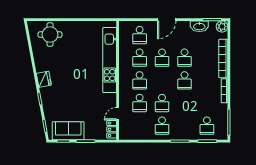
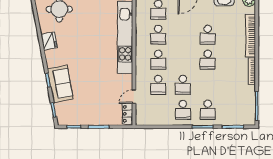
school desk: (162, 58) -> (183, 35), removed
fridge: (44, 79) -> (49, 41), moved
school desk: (207, 126) -> (208, 110), moved
sofa: (68, 131) -> (60, 84), moved, turned 79

